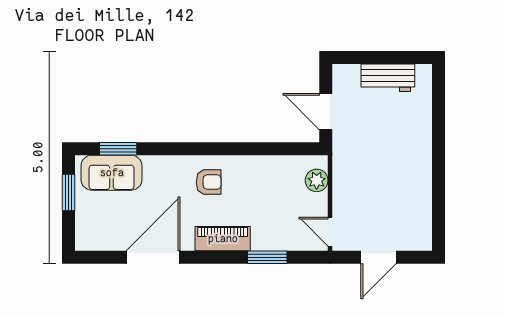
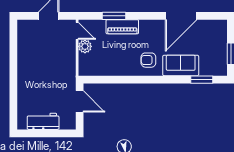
sofa: (112, 173) -> (181, 65), moved
plant: (317, 180) -> (85, 46), moved
piano: (223, 239) -> (122, 27), moved

